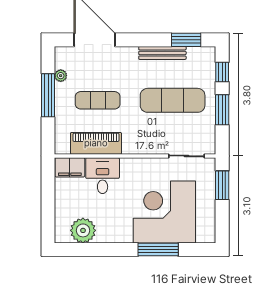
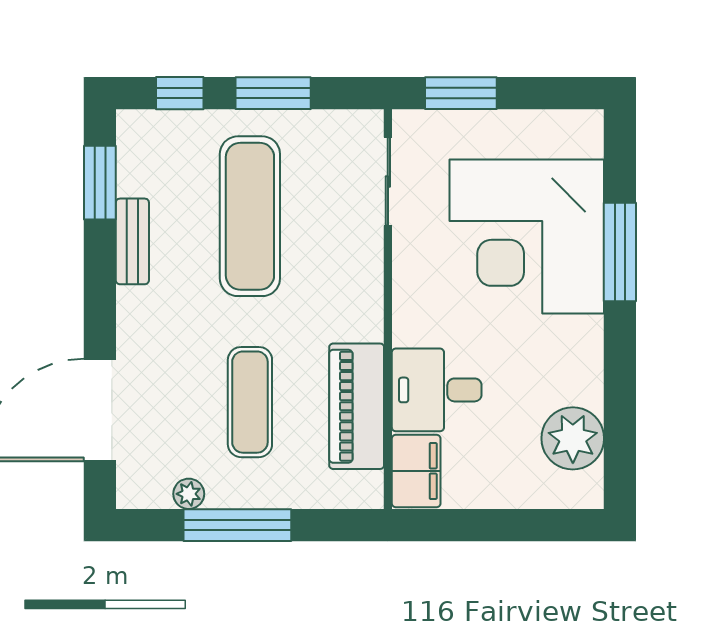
bench: (162, 53) -> (132, 241), width x0.73

